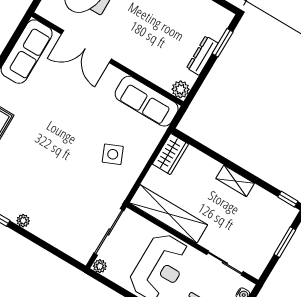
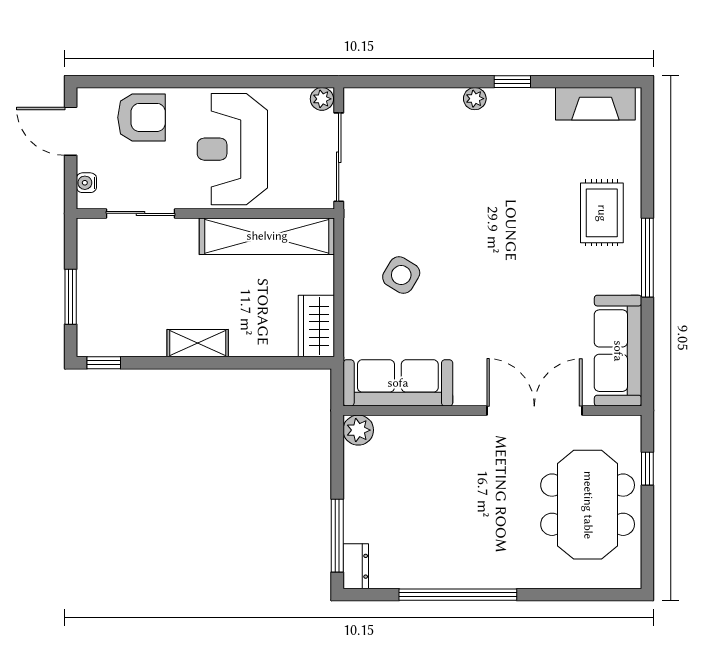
window: (223, 43) -> (337, 536), width x1.44
dresser: (202, 56) -> (356, 566), moved, width x0.70
side table: (113, 154) -> (401, 275), turned -36

